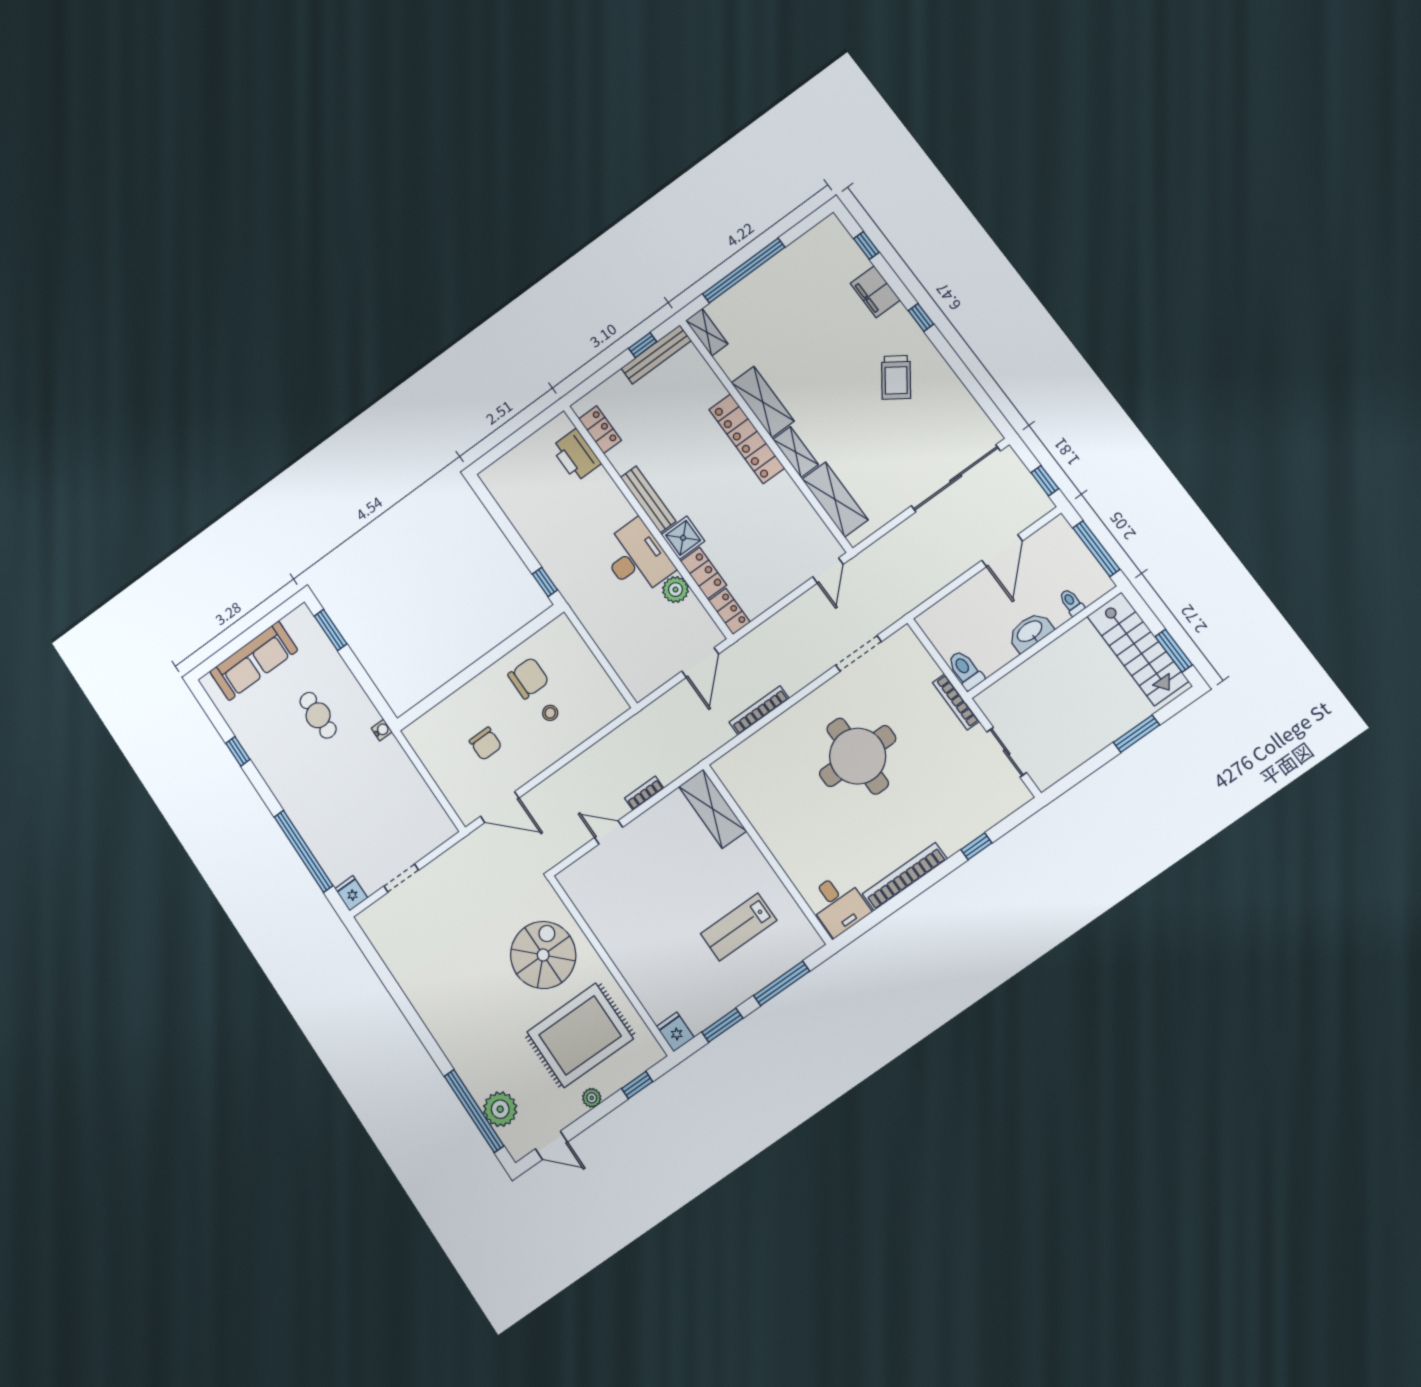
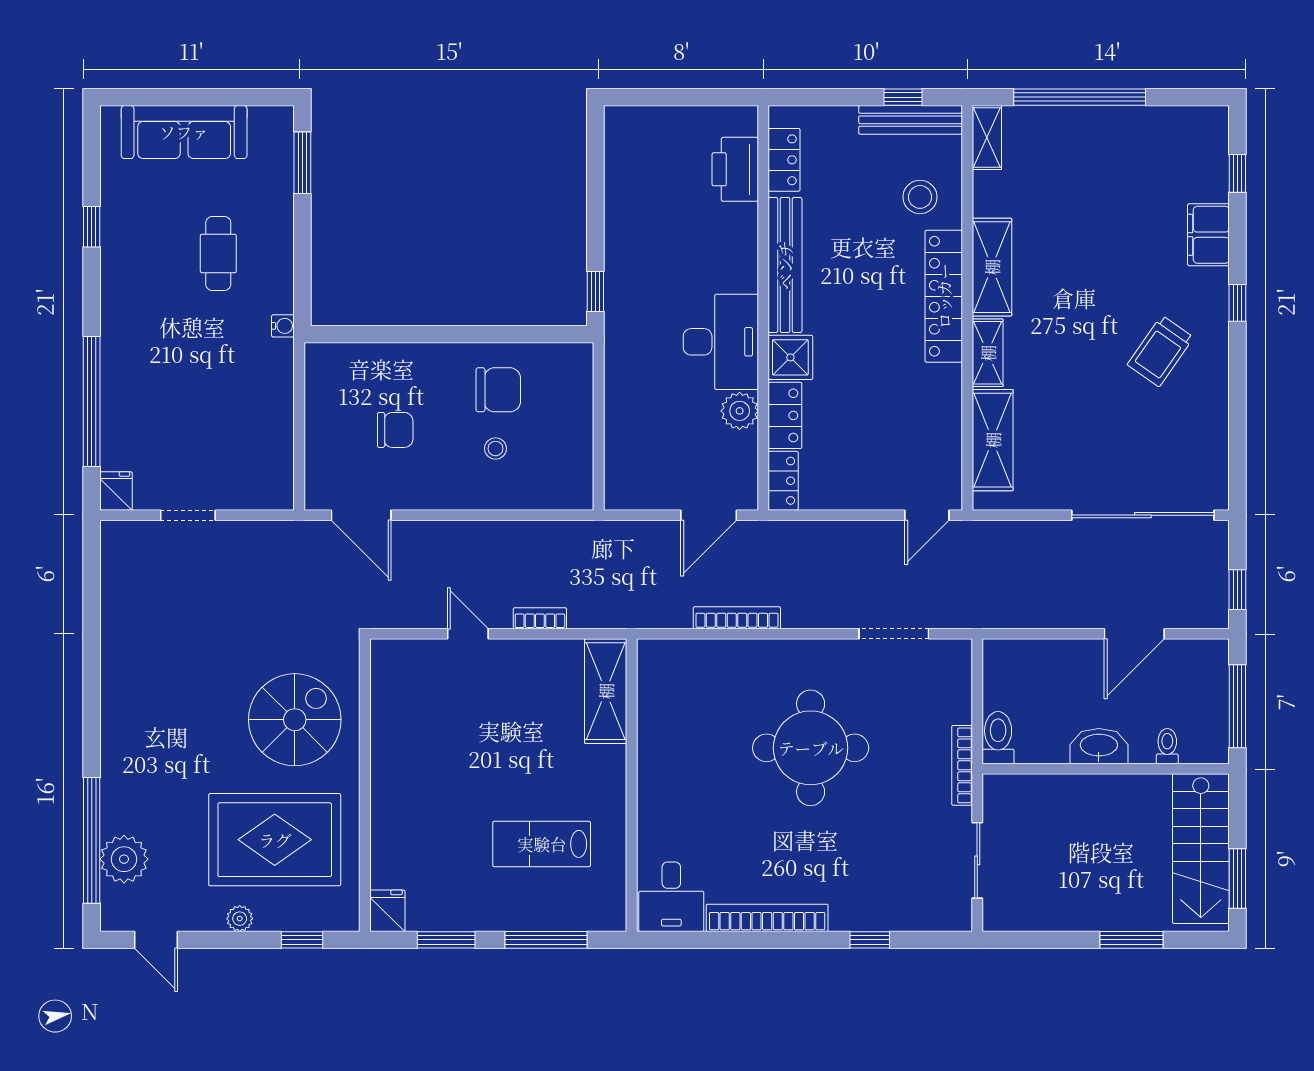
stool: (693, 393) -> (920, 197), added
bench: (648, 499) -> (785, 265), width x1.37, depth x1.21
chair: (486, 744) -> (395, 430), turned -90

